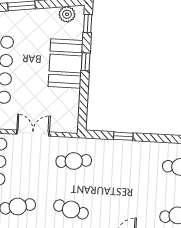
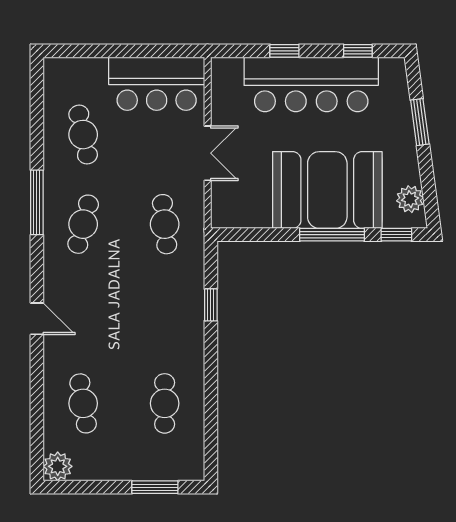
window: (86, 62) -> (332, 235), width x2.17
booth: (66, 63) -> (327, 190), width x1.36, depth x1.42

